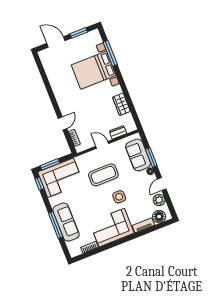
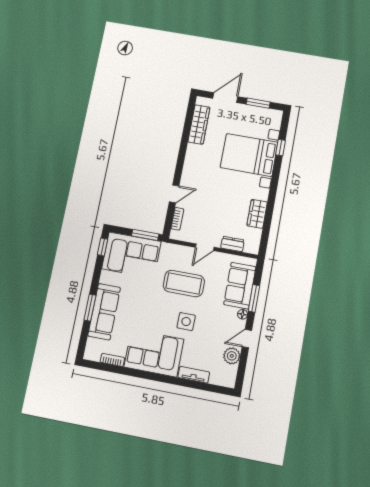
door: (56, 42) -> (225, 98), hinge flipped
window: (110, 53) -> (280, 148), width x0.46
wardrobe: (50, 70) -> (199, 125), added
door: (102, 145) -> (205, 247), swing flipped
window: (50, 164) -> (145, 235), moved
floor lamp: (159, 217) -> (219, 376), removed
window: (56, 225) -> (90, 308), width x0.69

